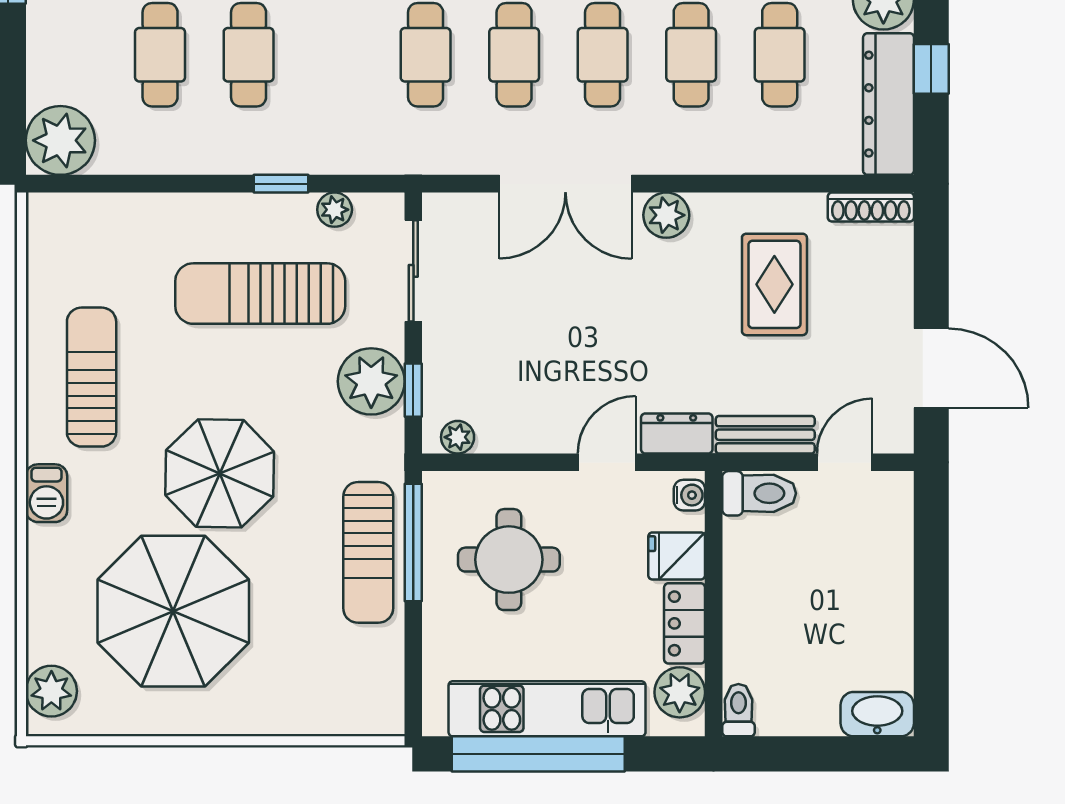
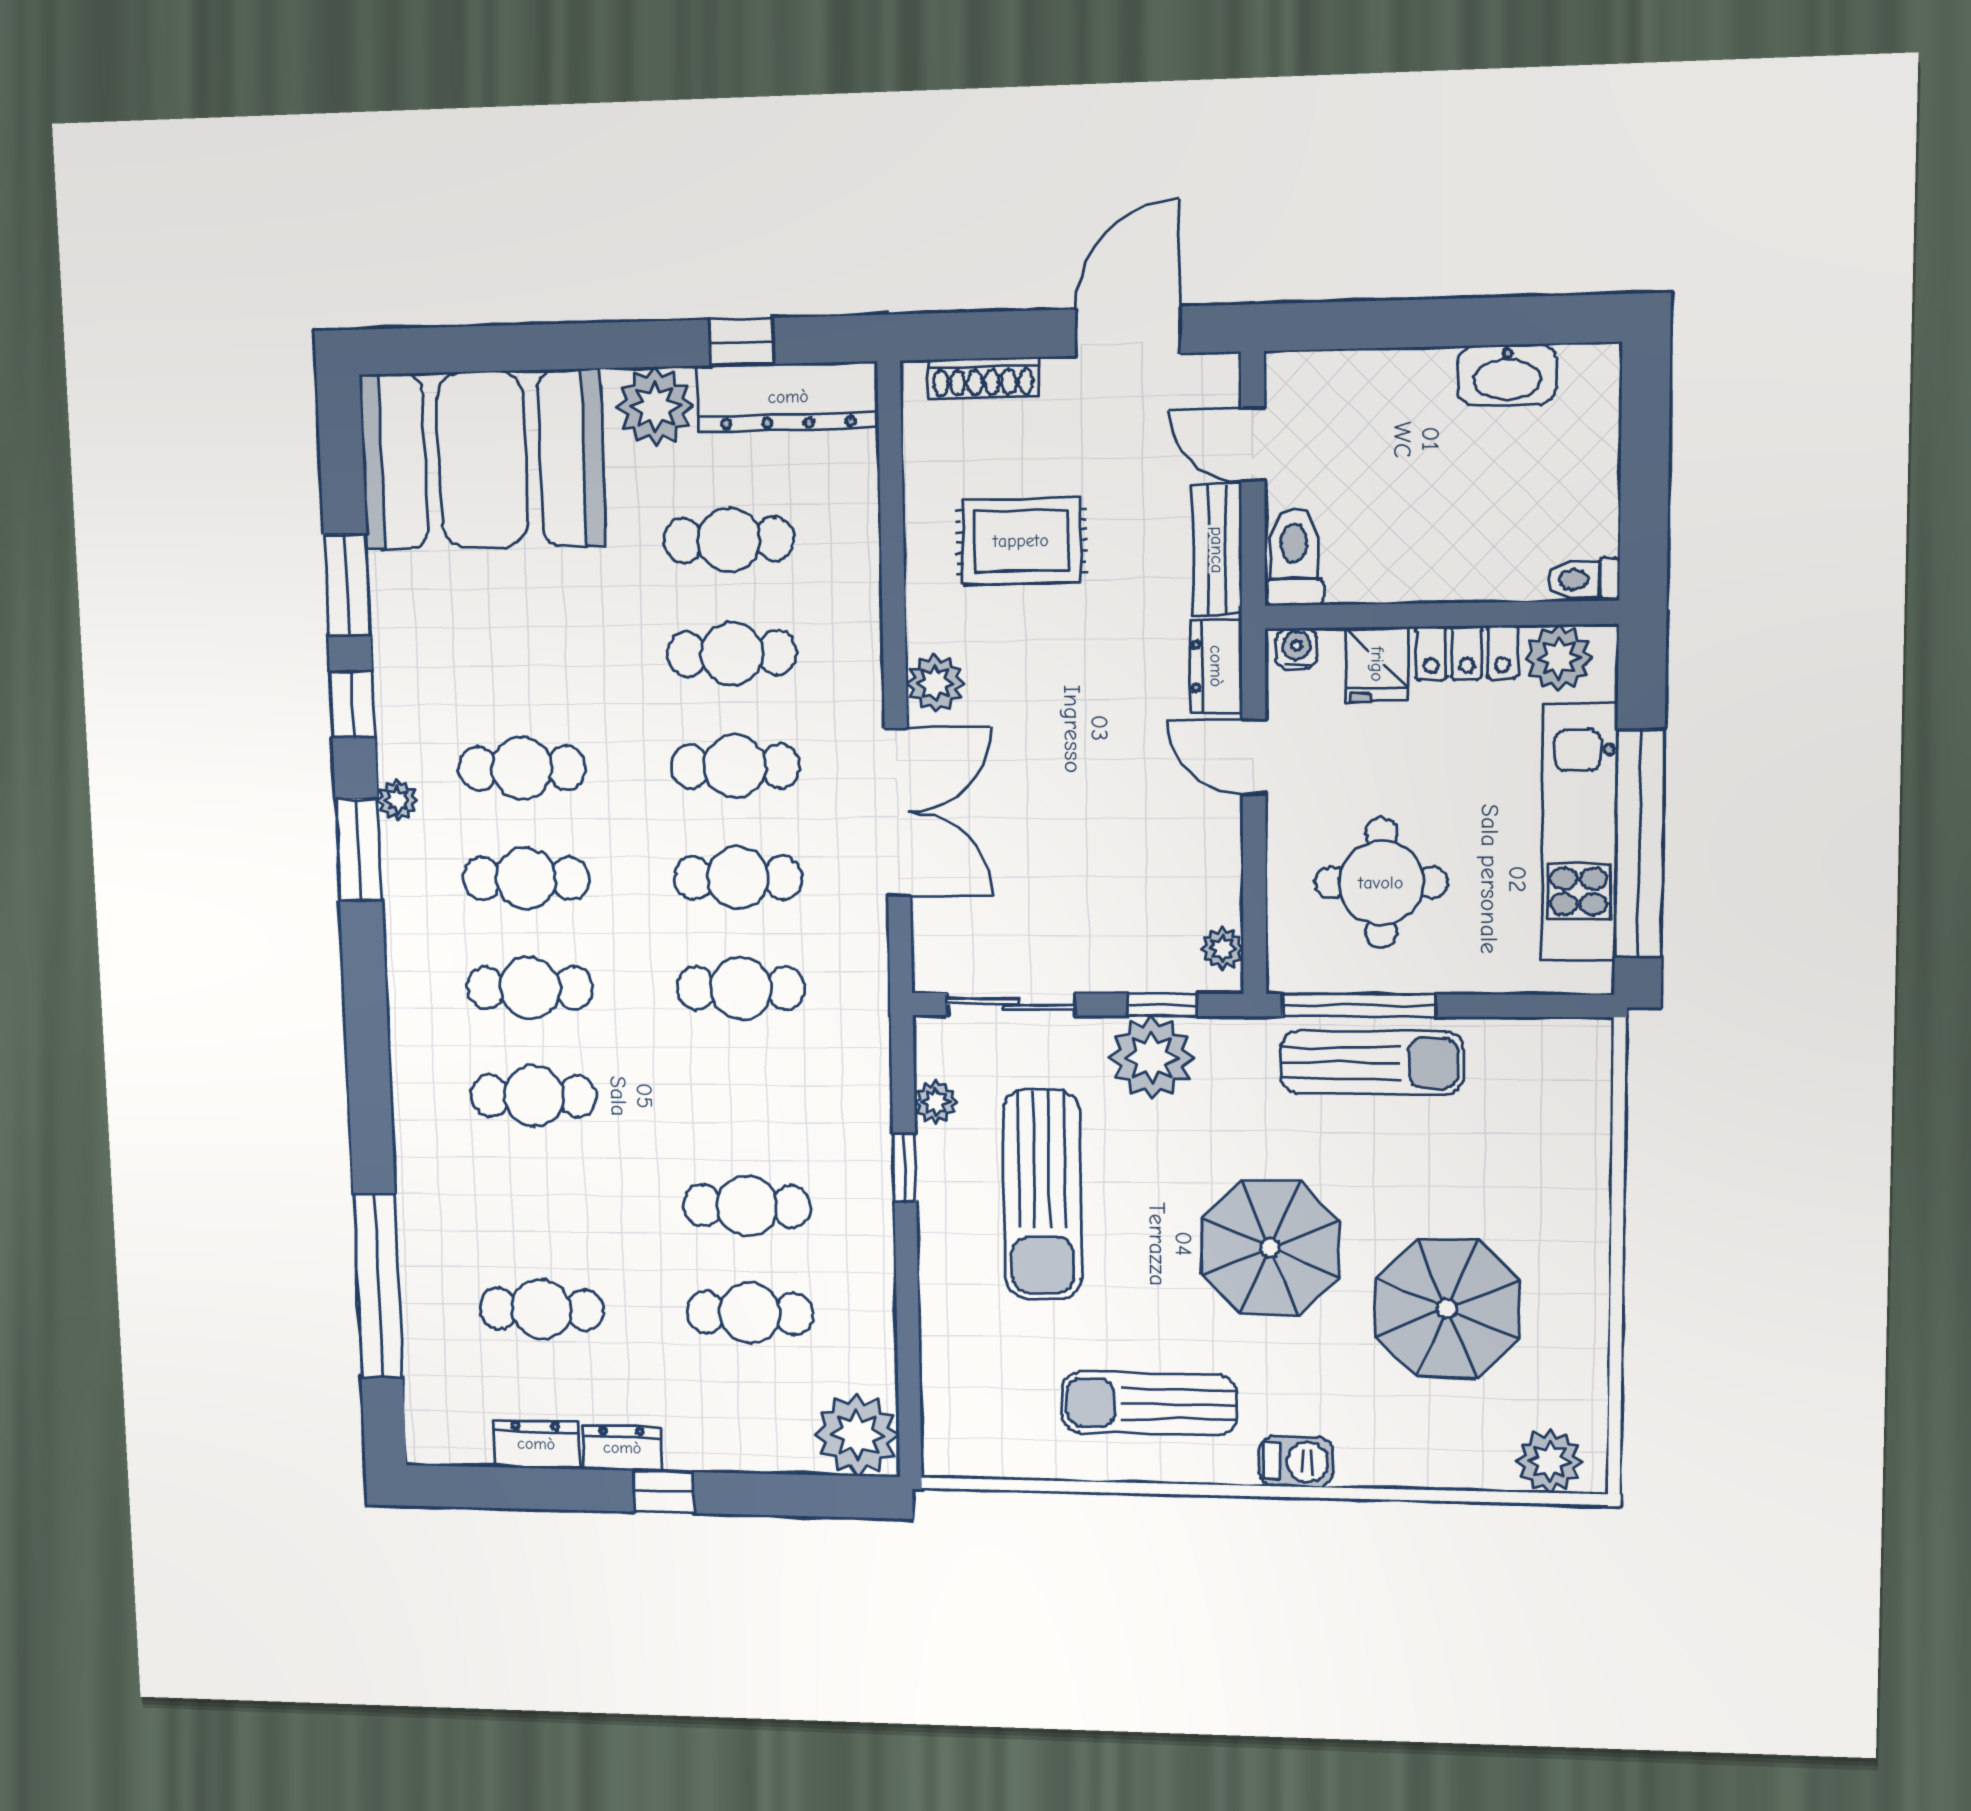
shoe rack: (871, 207) -> (983, 378), moved, turned 90
parasol: (173, 611) -> (1447, 1309), width x0.73, depth x0.73
washbasin: (877, 714) -> (1507, 375), moved, turned -90

